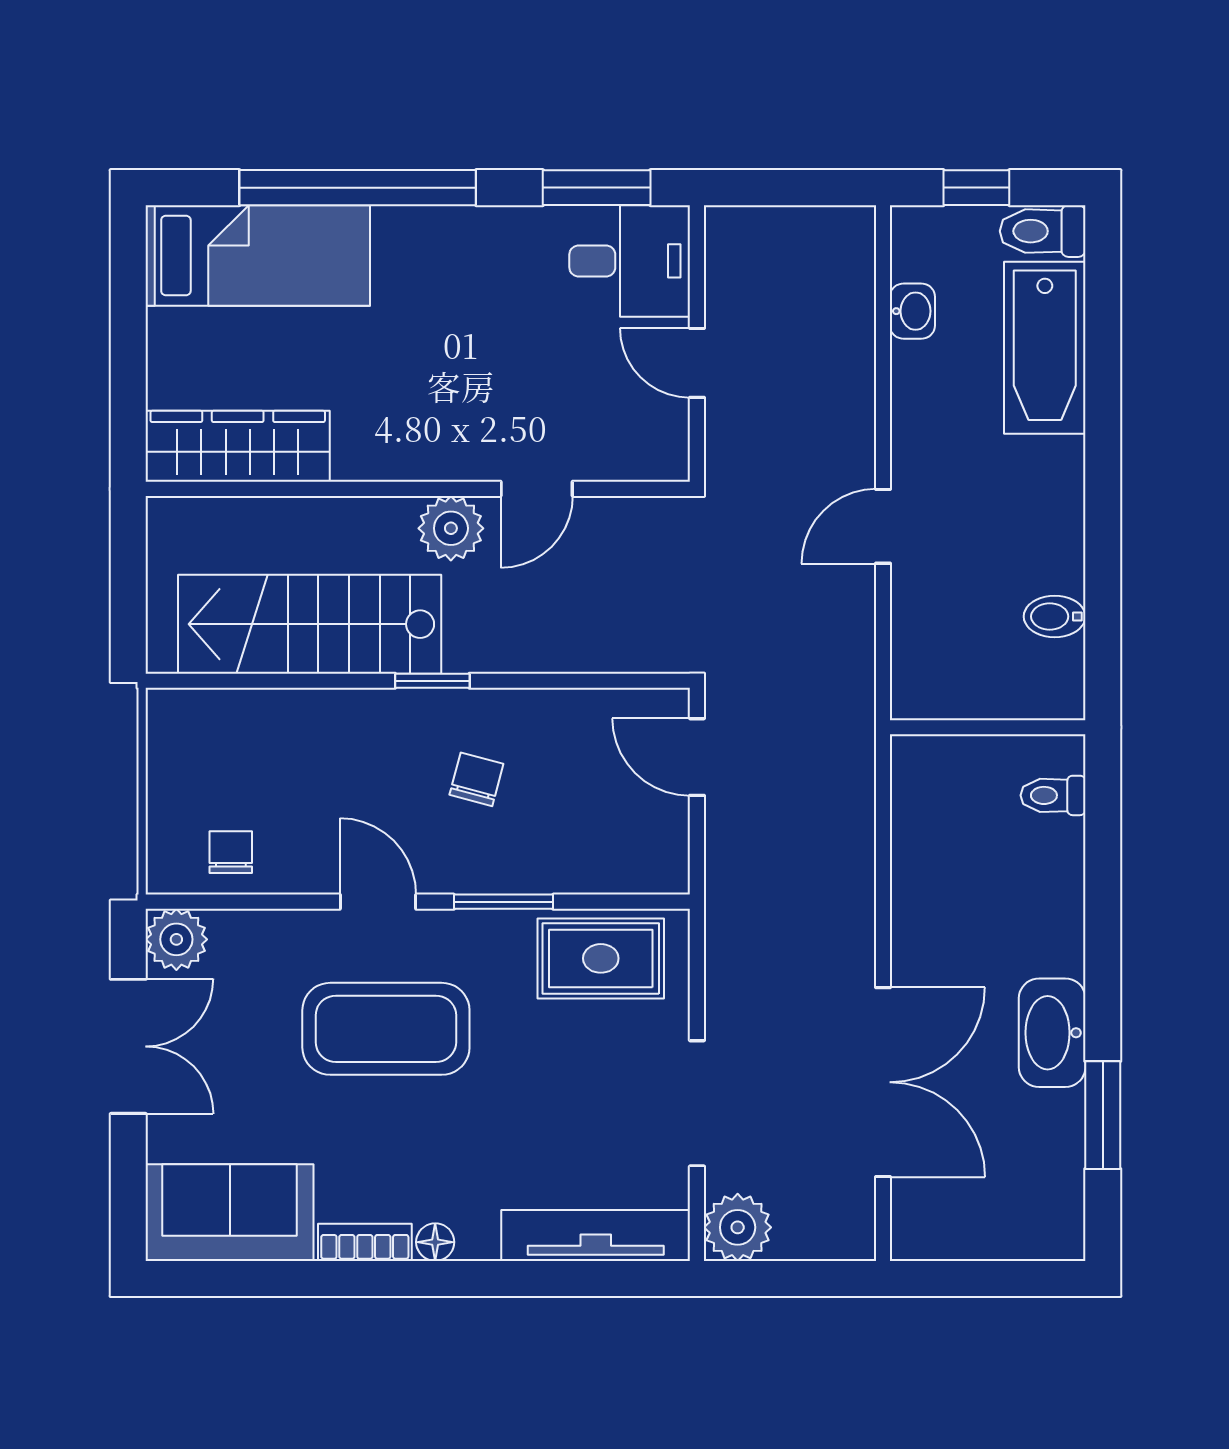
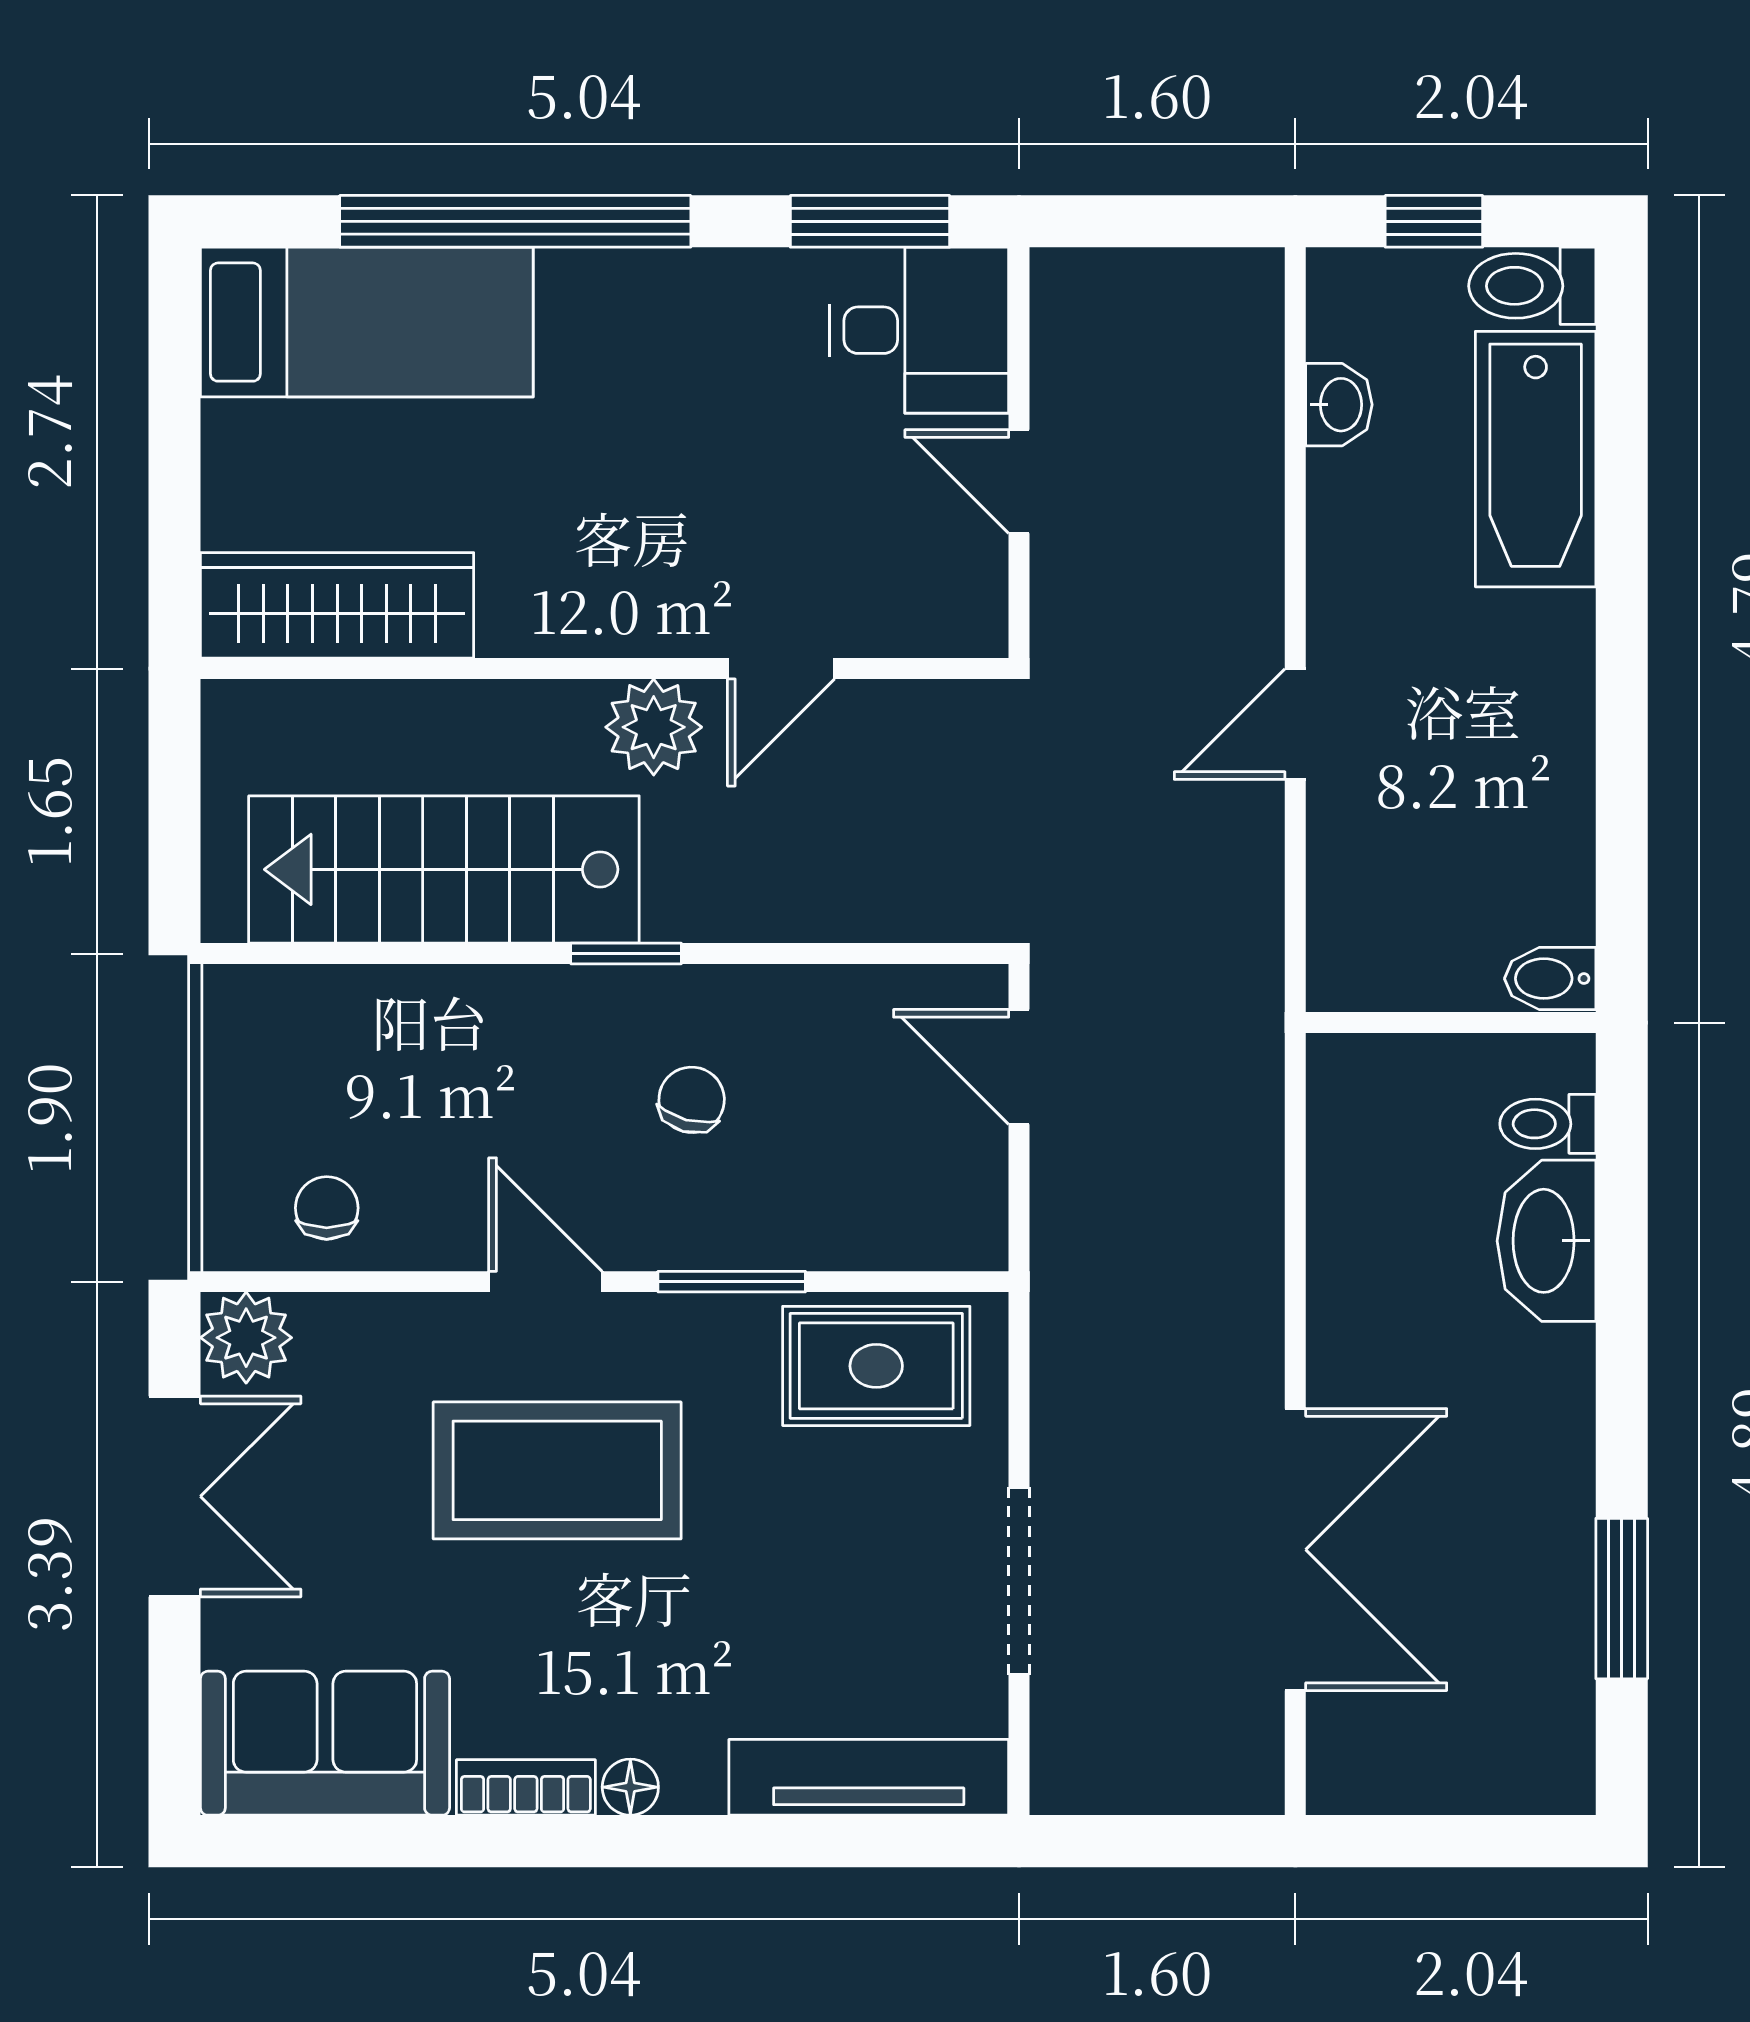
bidet: (1055, 616) -> (1550, 979), moved
washbasin: (1052, 1033) -> (1547, 1241), moved
plant: (738, 1227) -> (1079, 1765), removed

